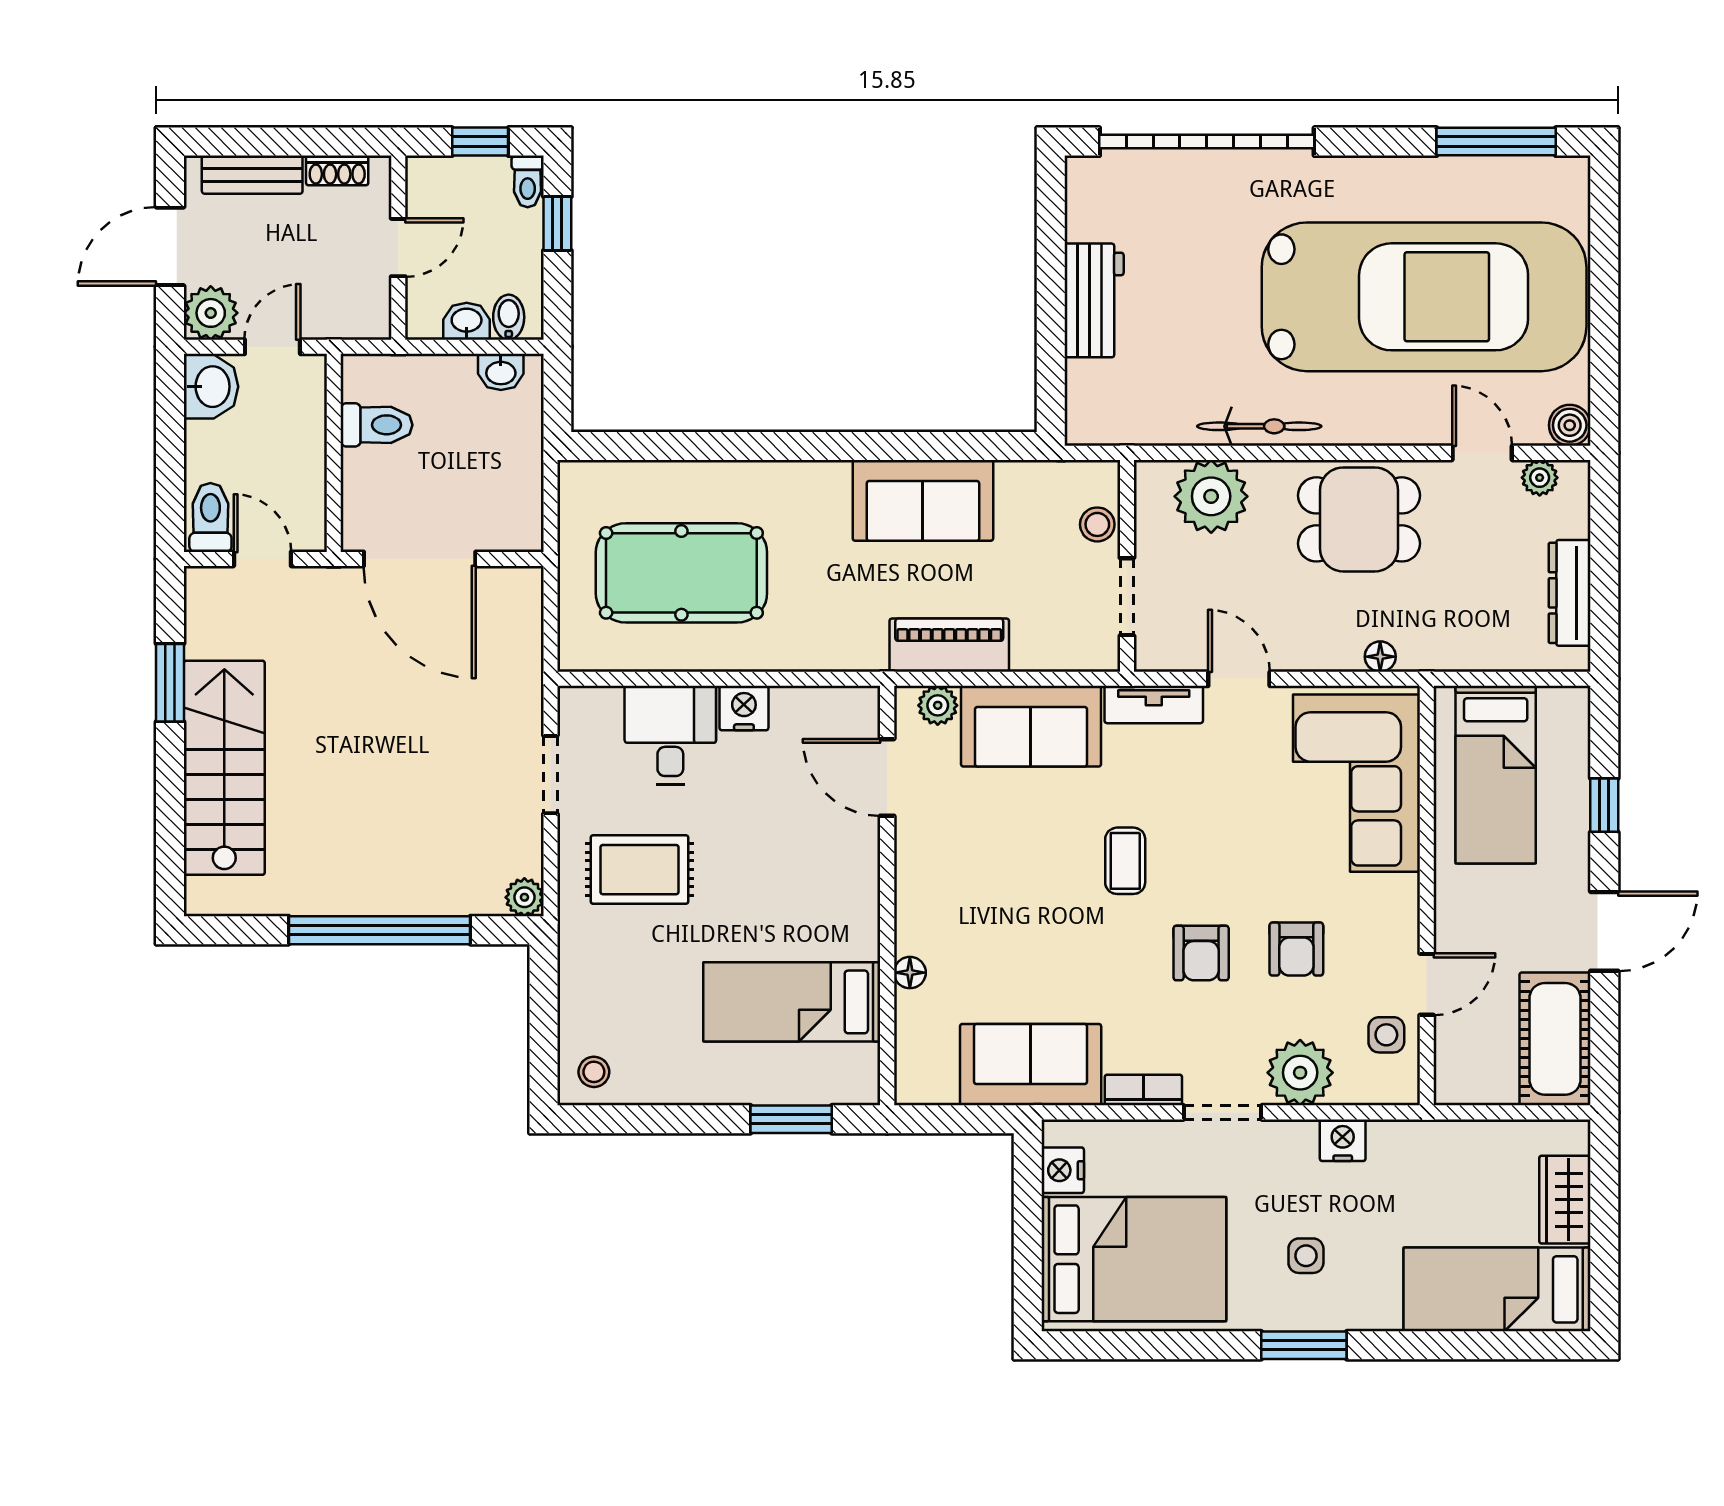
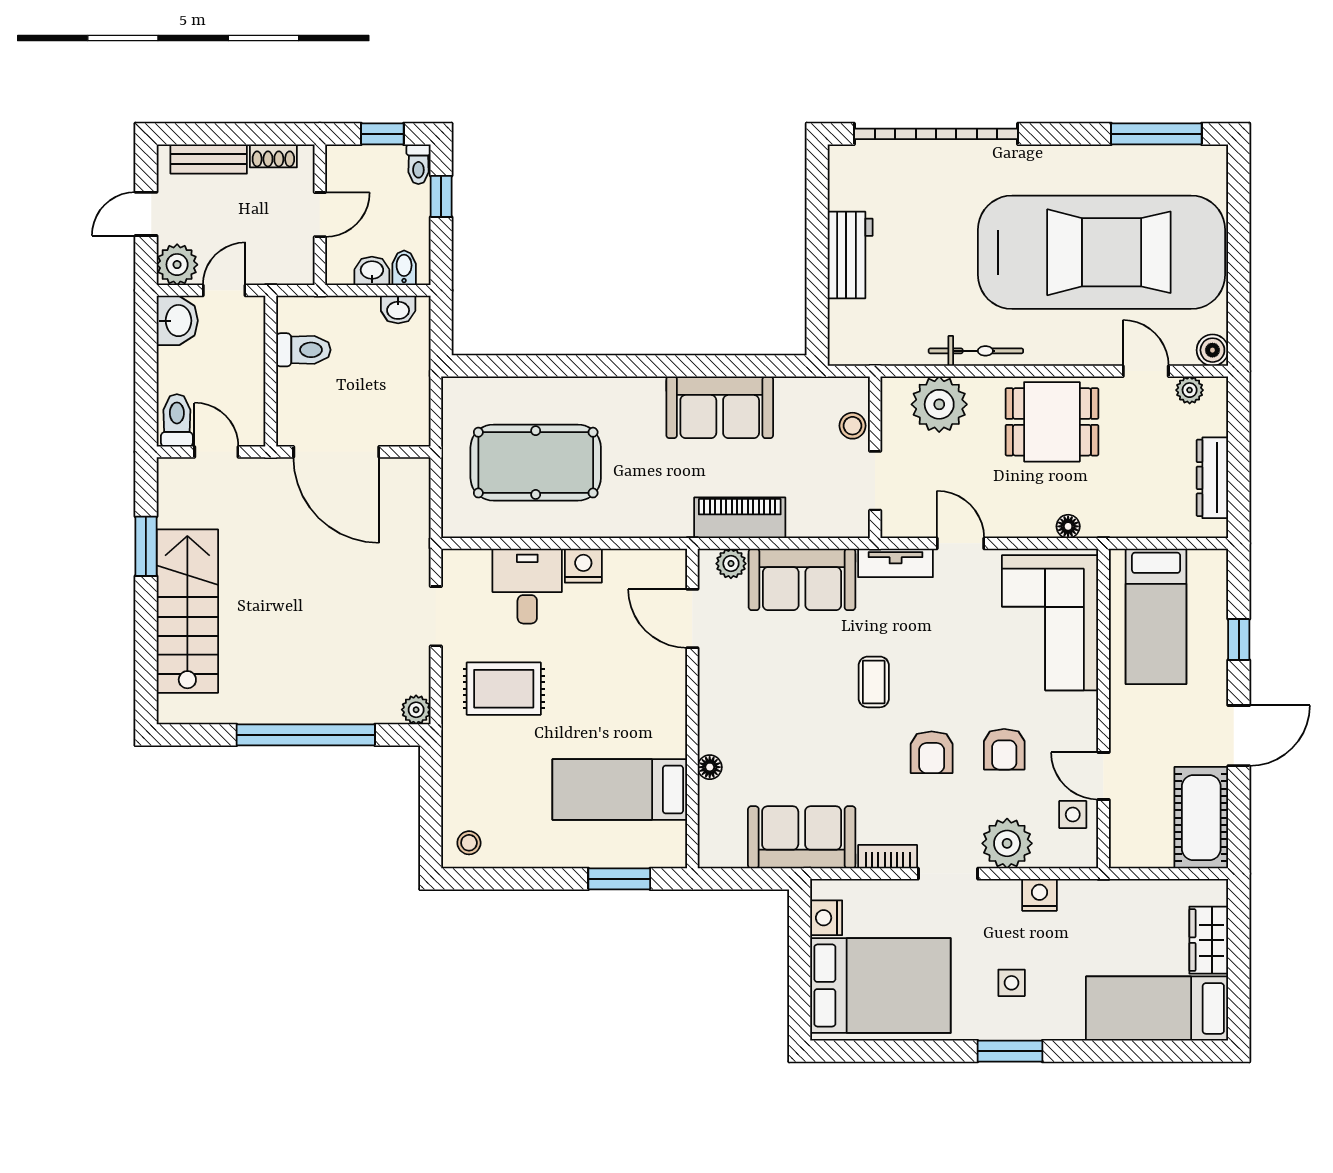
door: (170, 246) -> (146, 214), width x0.73
door: (1427, 984) -> (1103, 776), swing flipped

